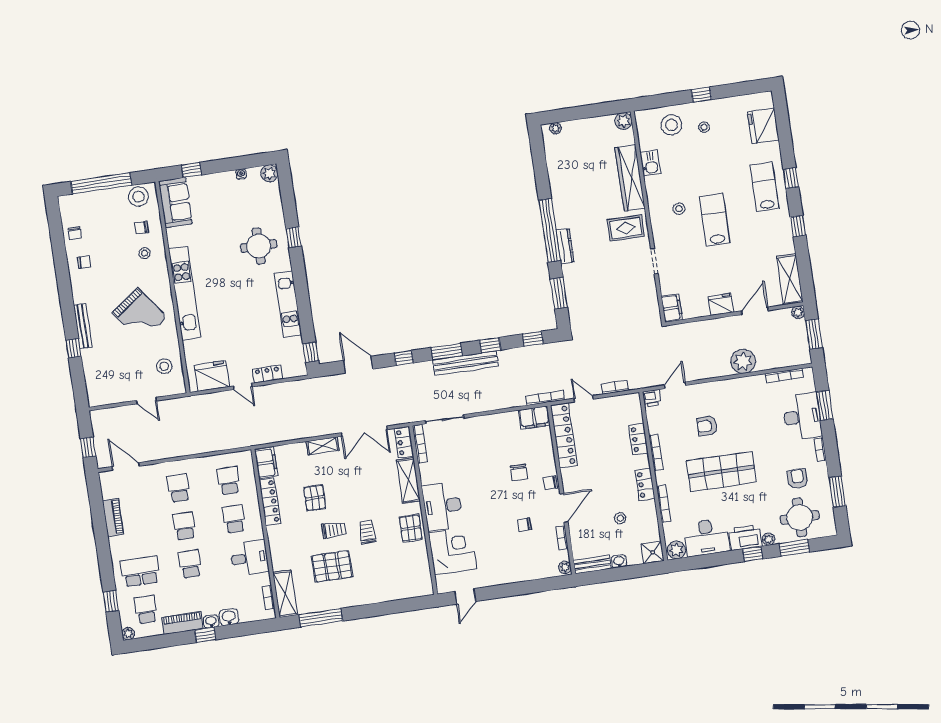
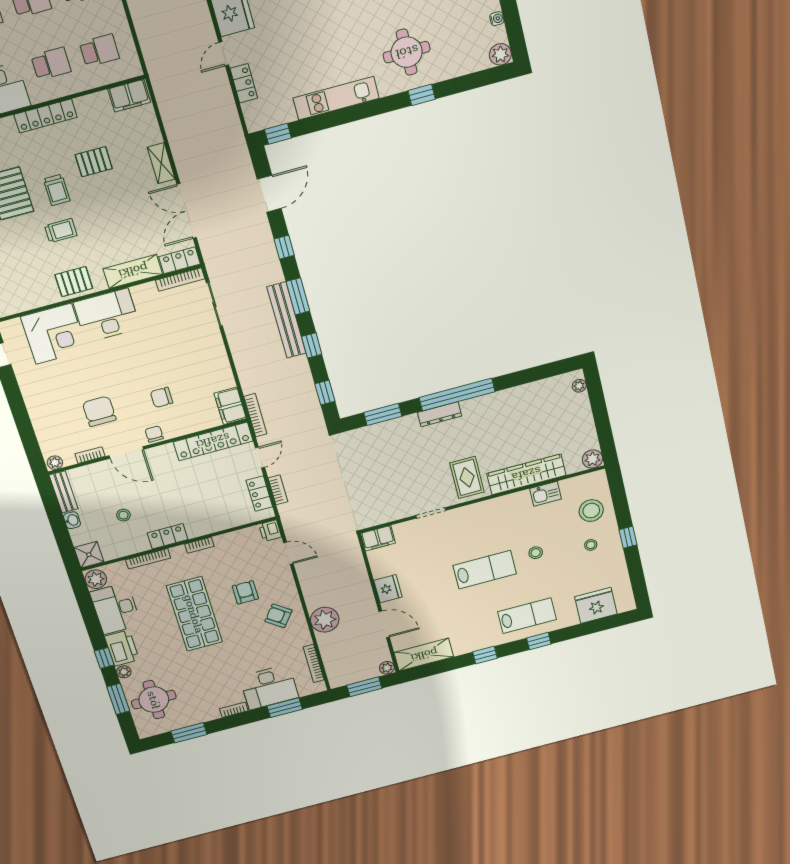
stool: (679, 209) -> (536, 553), moved
locker: (639, 439) -> (259, 494), moved, turned -90
bookcase: (656, 453) -> (199, 545), width x0.64
armchair: (798, 479) -> (278, 616), moved, turned -143
locker: (270, 502) -> (45, 116), moved
chair: (524, 524) -> (99, 411), width x1.87, depth x1.87

